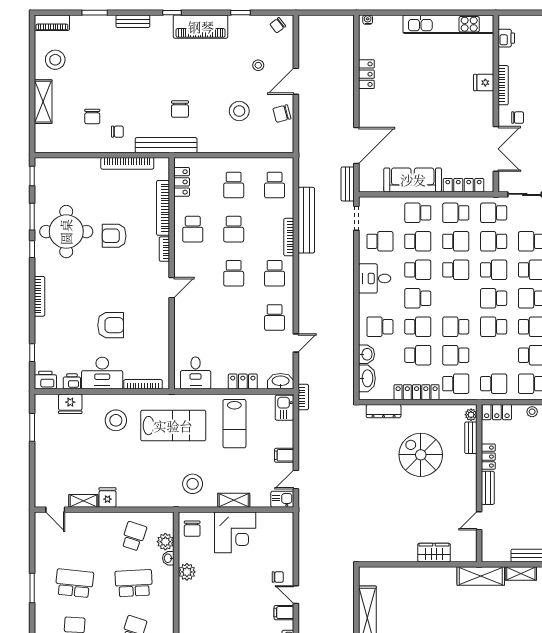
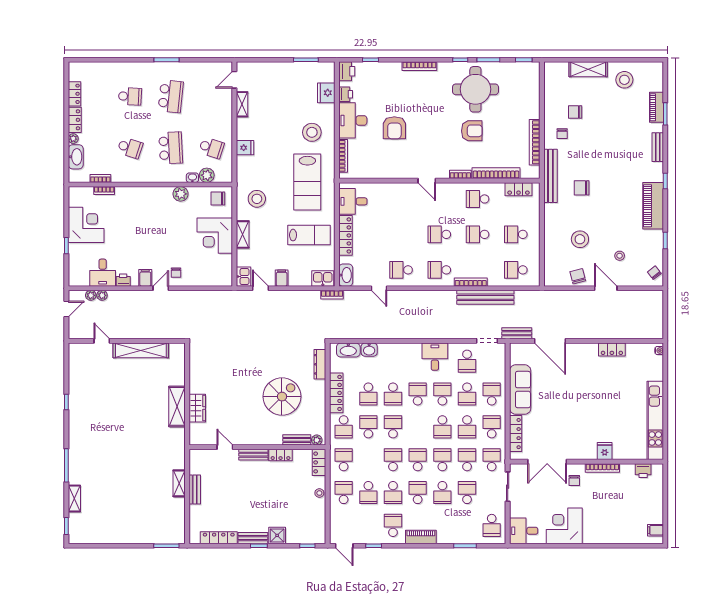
piano: (52, 23) -> (656, 107), moved
armchair: (114, 236) -> (472, 131), turned 90
school desk: (418, 270) -> (442, 394), turned 180
school desk: (494, 270) -> (442, 460), turned 180
school desk: (380, 327) -> (393, 361), removed
locker: (243, 382) -> (345, 235), width x1.53
school desk: (494, 384) -> (344, 460), turned 180
lab bench: (234, 424) -> (309, 235), turned 180
fridge: (108, 497) -> (245, 148), moved
shelving: (481, 576) -> (177, 406), moved

